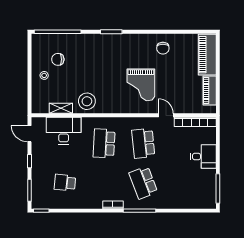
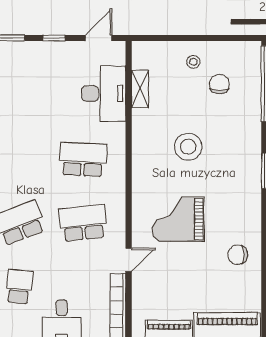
stool: (87, 101) -> (188, 147), moved
school desk: (65, 183) -> (19, 287), moved

